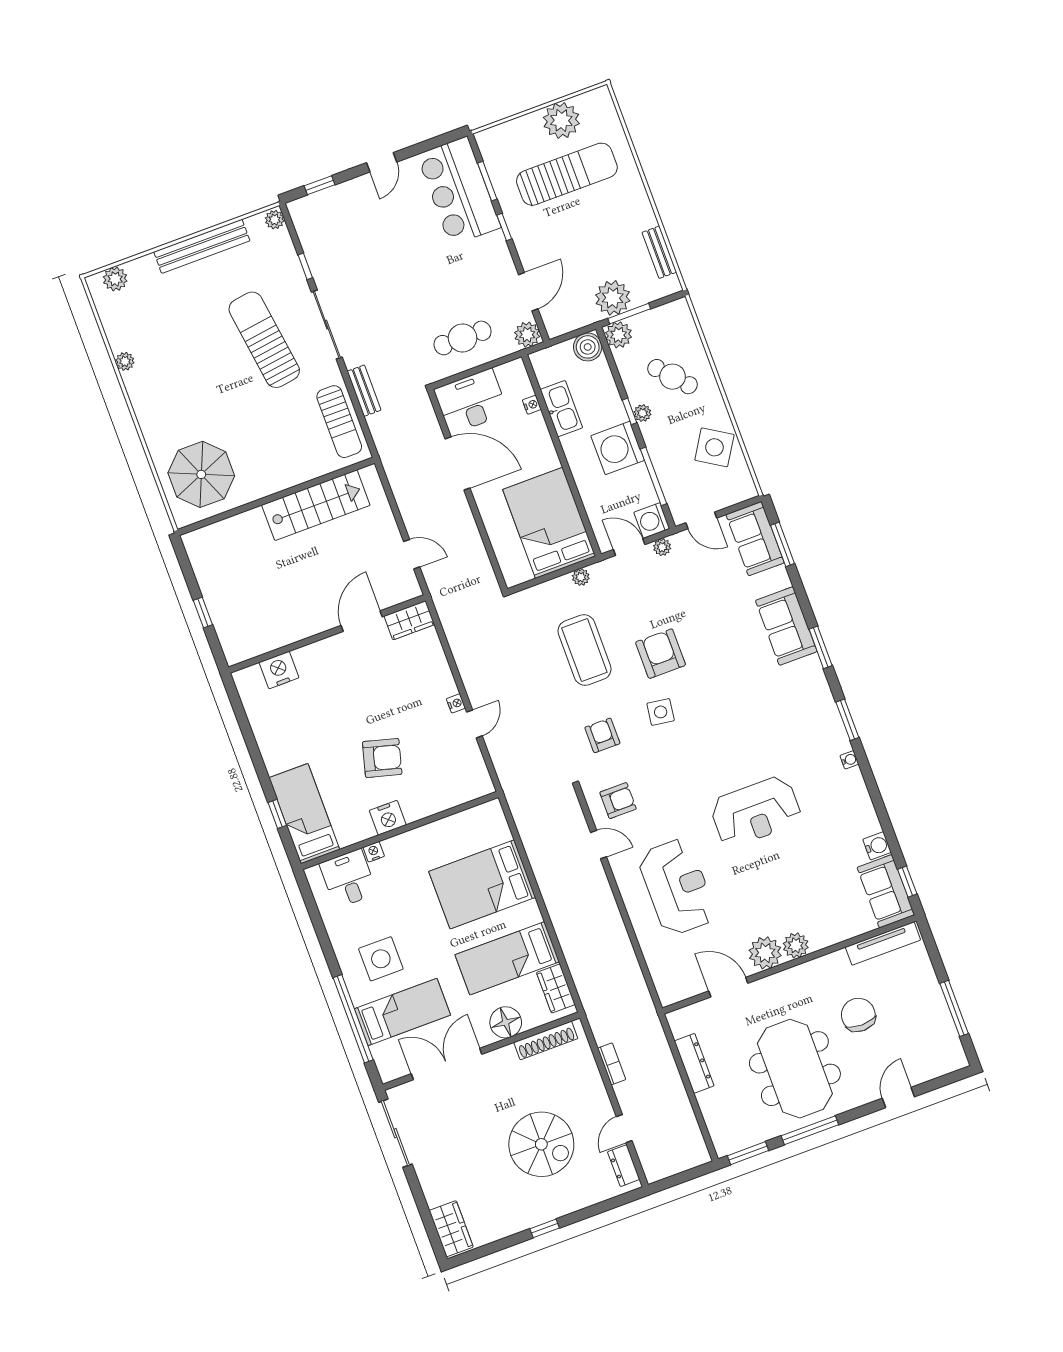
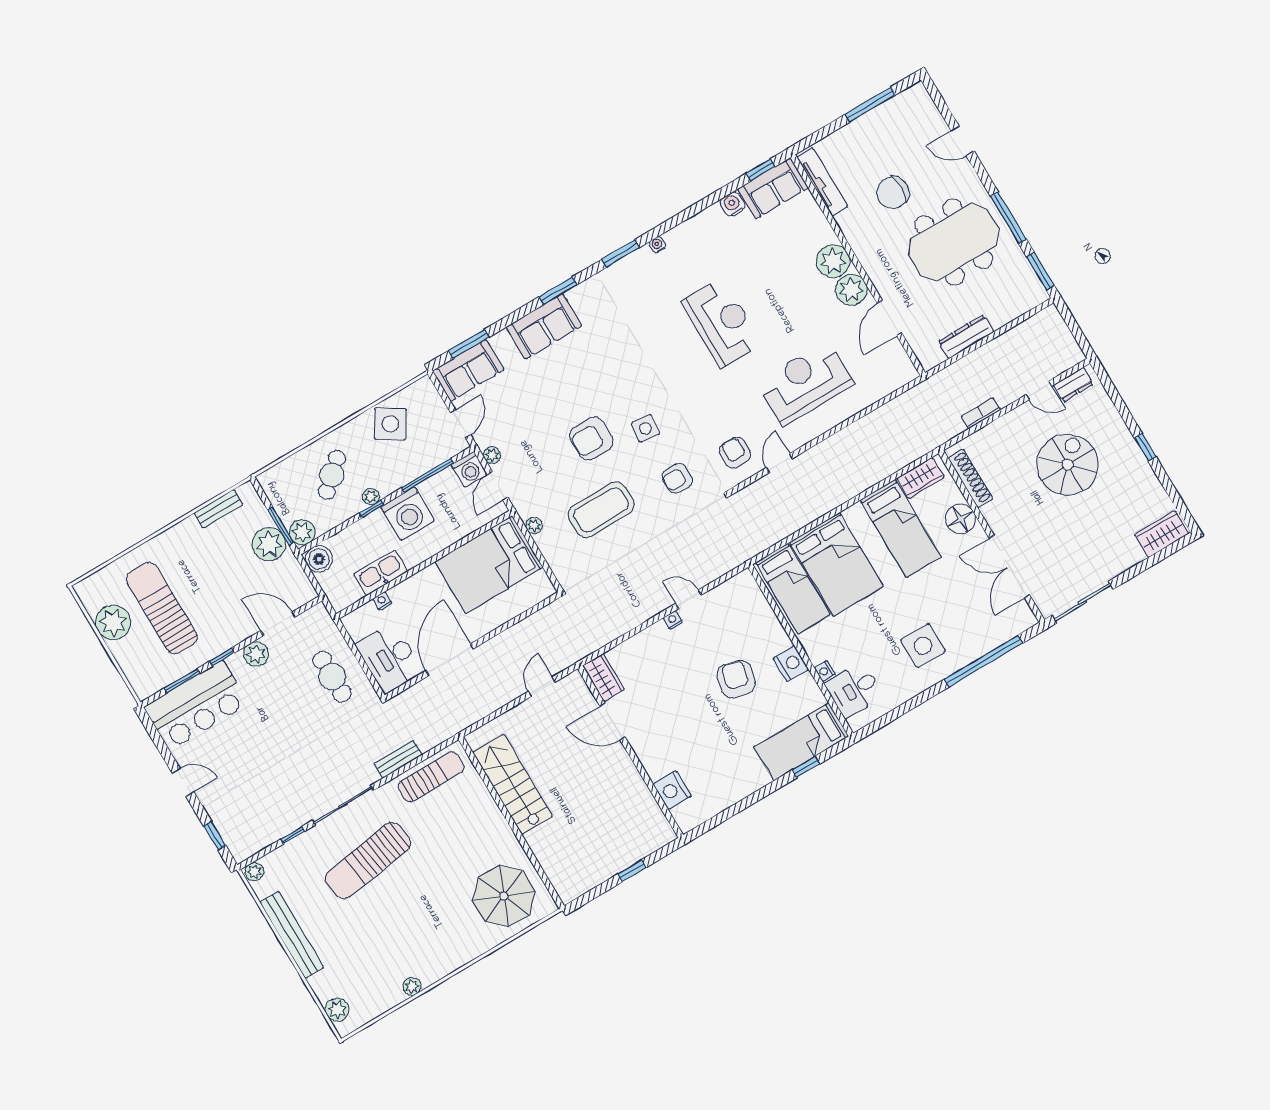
plant: (527, 335) -> (256, 654), moved
plant: (796, 945) -> (833, 261), width x1.36, depth x1.36
bed: (403, 1012) -> (793, 589), moved, turned 180

